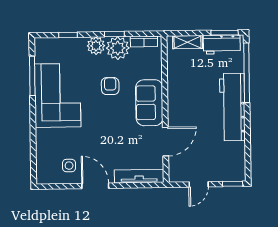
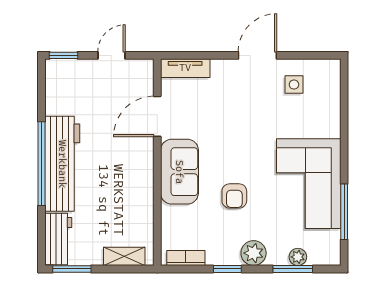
window: (68, 35) -> (293, 269), width x1.50
workbench: (222, 45) -> (58, 239), moved, turned 90
plant: (118, 48) -> (298, 257), moved, width x0.53, depth x0.53
window: (247, 73) -> (42, 164), moved
tv unit: (139, 176) -> (185, 68), width x0.71
door: (95, 186) -> (257, 55), swing flipped

